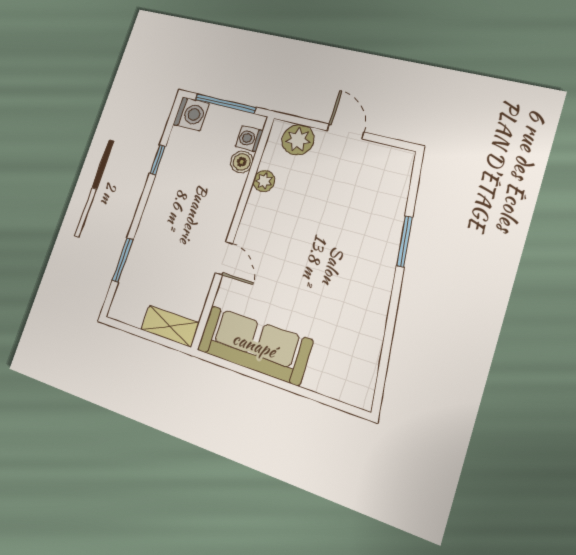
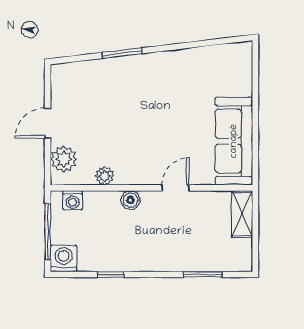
boiler: (242, 162) -> (130, 200), moved

